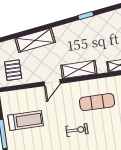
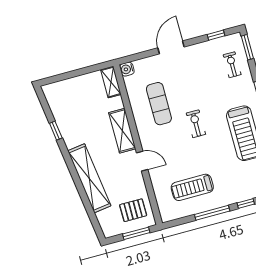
shelving: (35, 40) -> (89, 178), width x1.47
treadmill: (26, 121) -> (192, 187), turned -90

